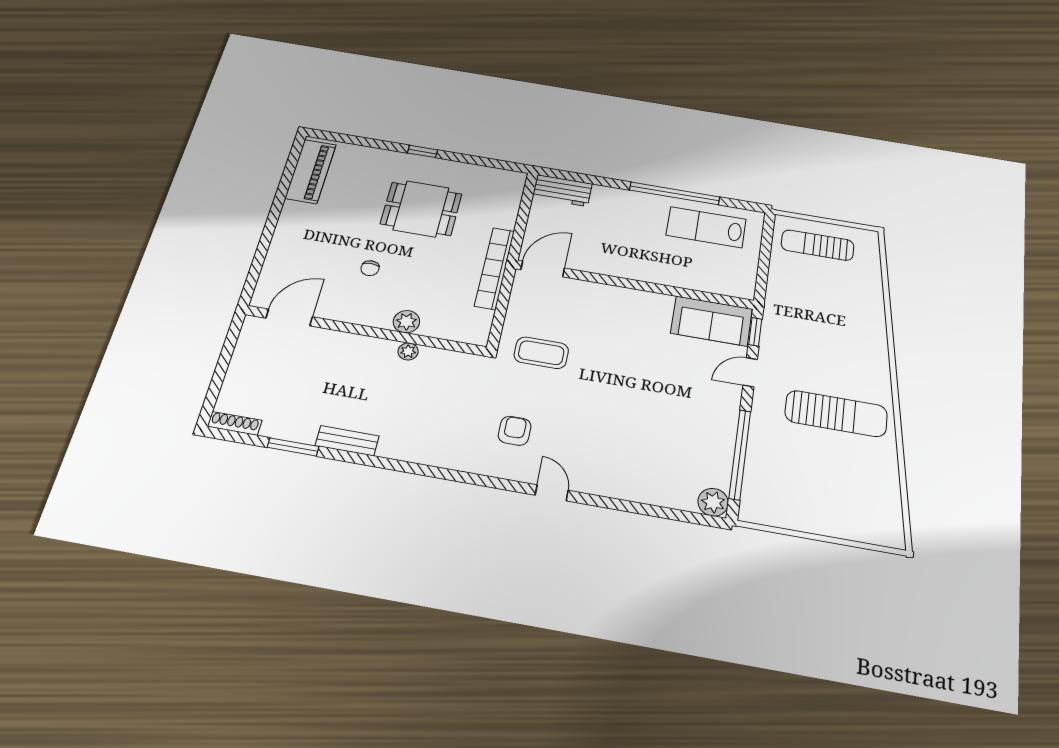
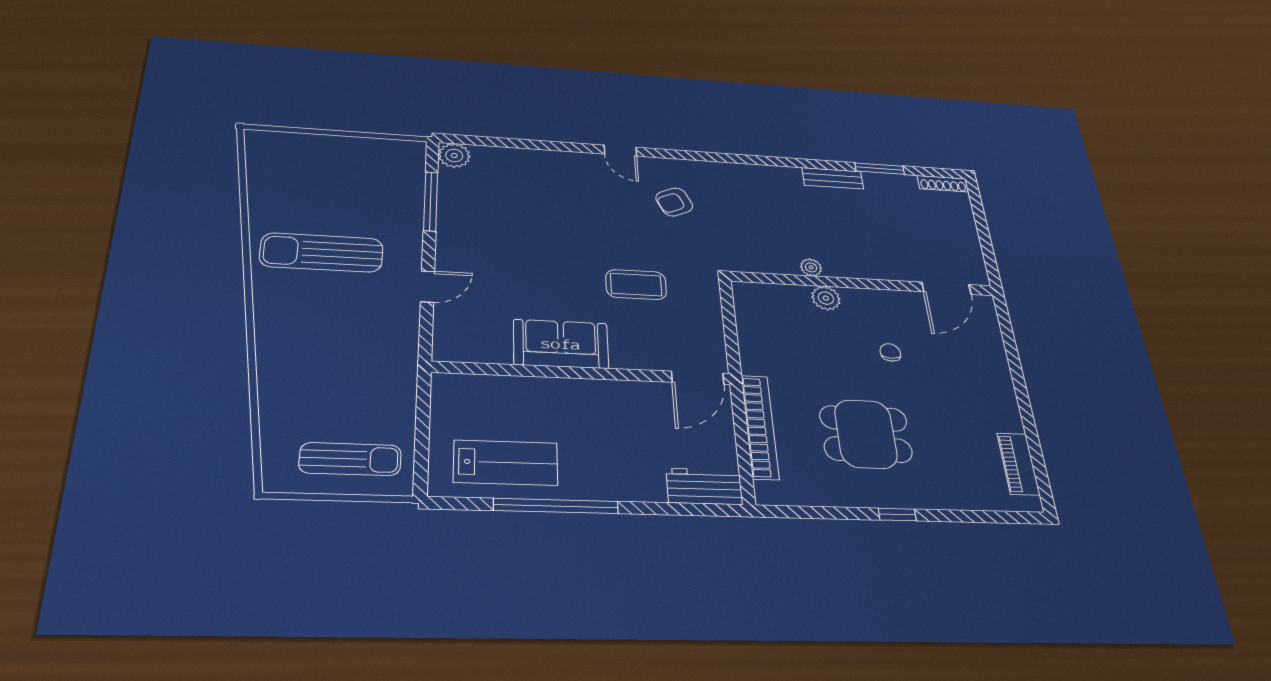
piano: (311, 171) -> (1018, 464), width x0.73, depth x0.75
bookcase: (495, 268) -> (760, 427), moved
sofa: (711, 321) -> (561, 344), moved
window: (755, 332) -> (426, 334), removed
coffee table: (541, 353) -> (636, 285), moved
armchair: (515, 431) -> (674, 202), turned 65
window: (740, 454) -> (431, 201), width x0.68

